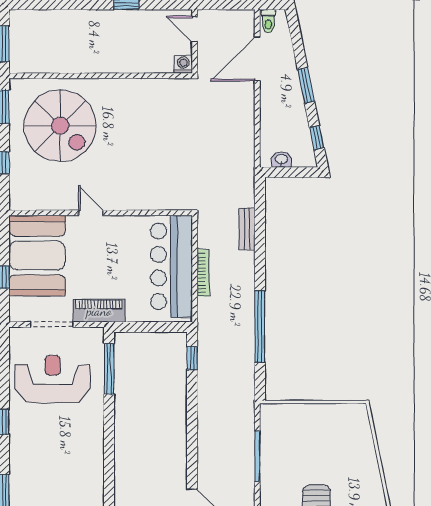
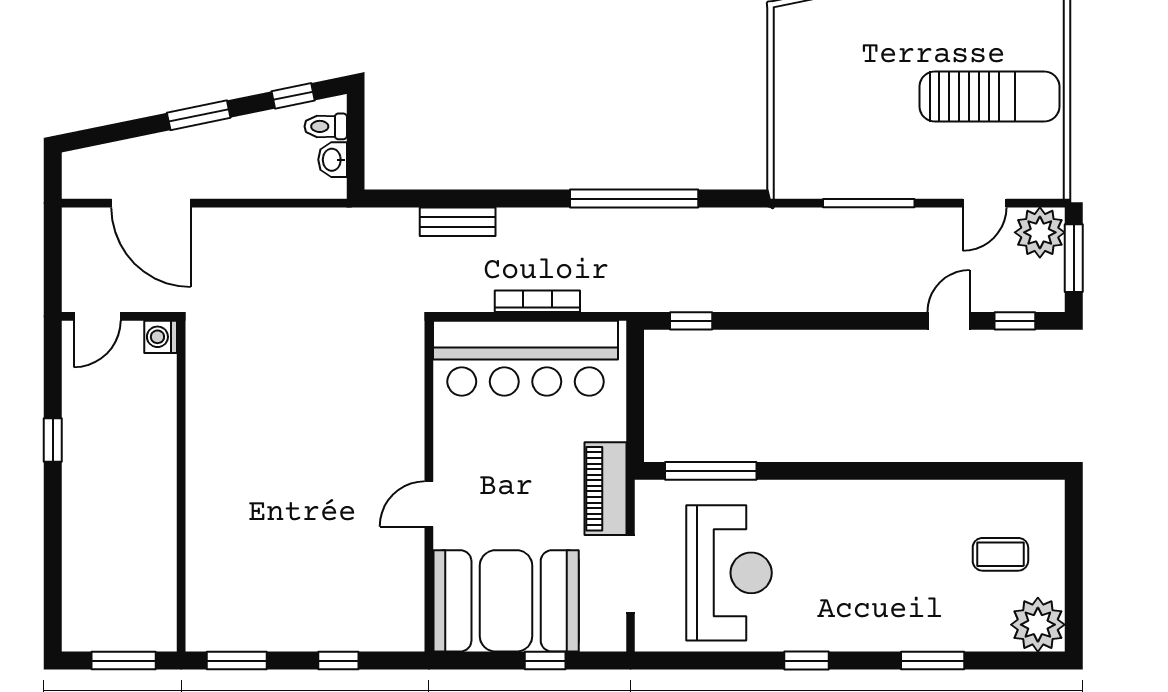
toilet: (268, 21) -> (326, 126), moved, turned 180
spiral stairs: (60, 126) -> (272, 559), removed
reception desk: (53, 379) -> (729, 573), turned 180

